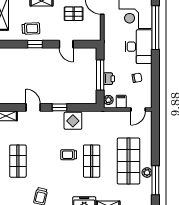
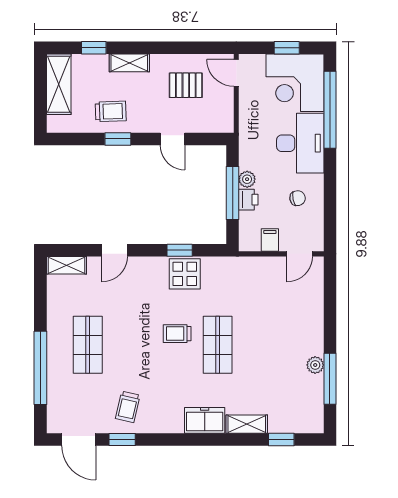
plant: (108, 100) -> (247, 179), moved
door: (33, 107) -> (115, 250), swing flipped
window: (59, 107) -> (180, 250), moved
shop shelf: (128, 161) -> (283, 345), removed

